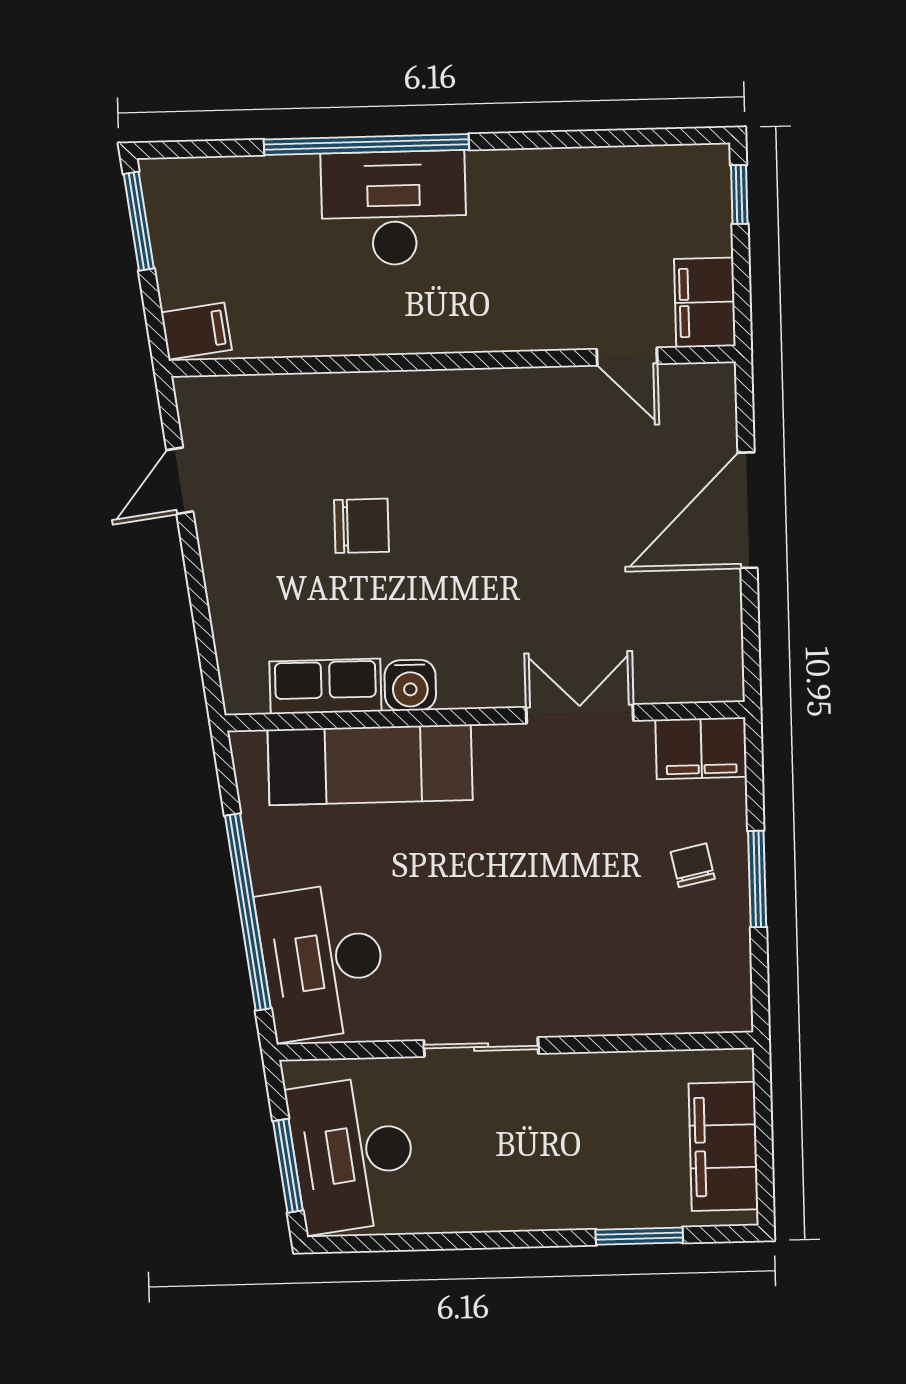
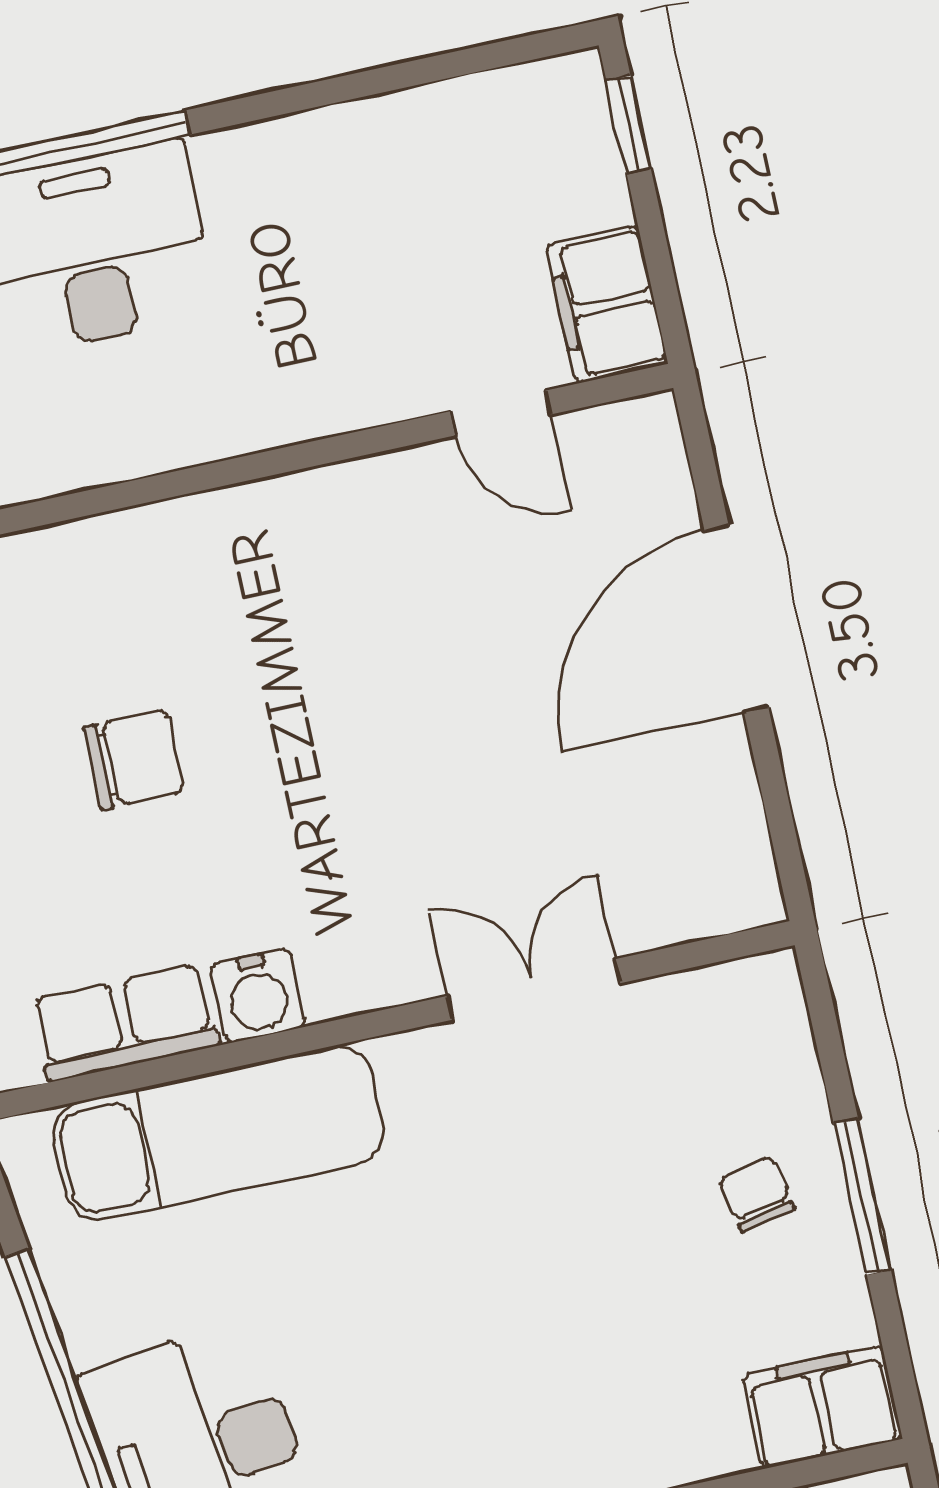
filing cabinet: (701, 748) -> (822, 1407), moved, turned 180

